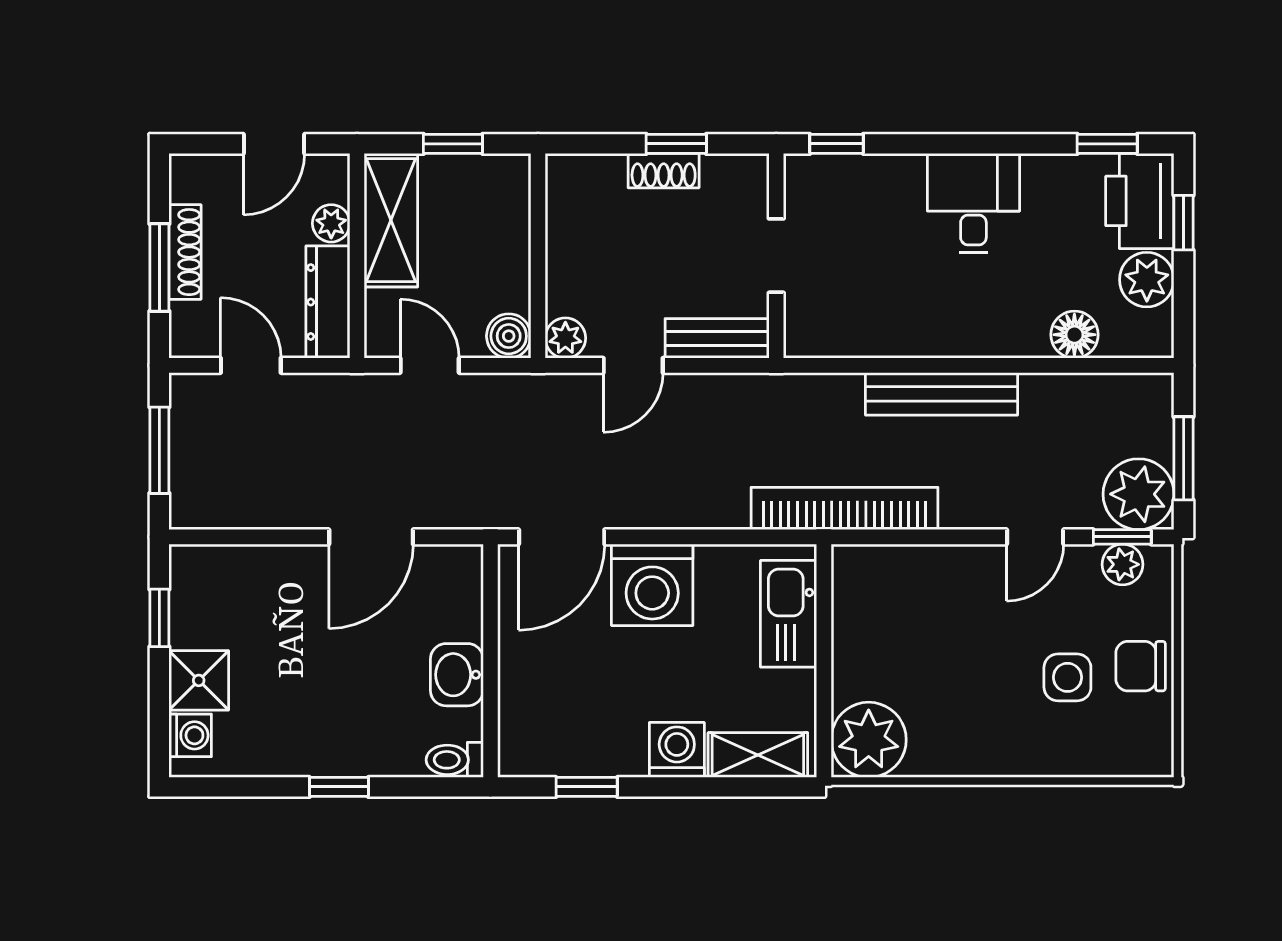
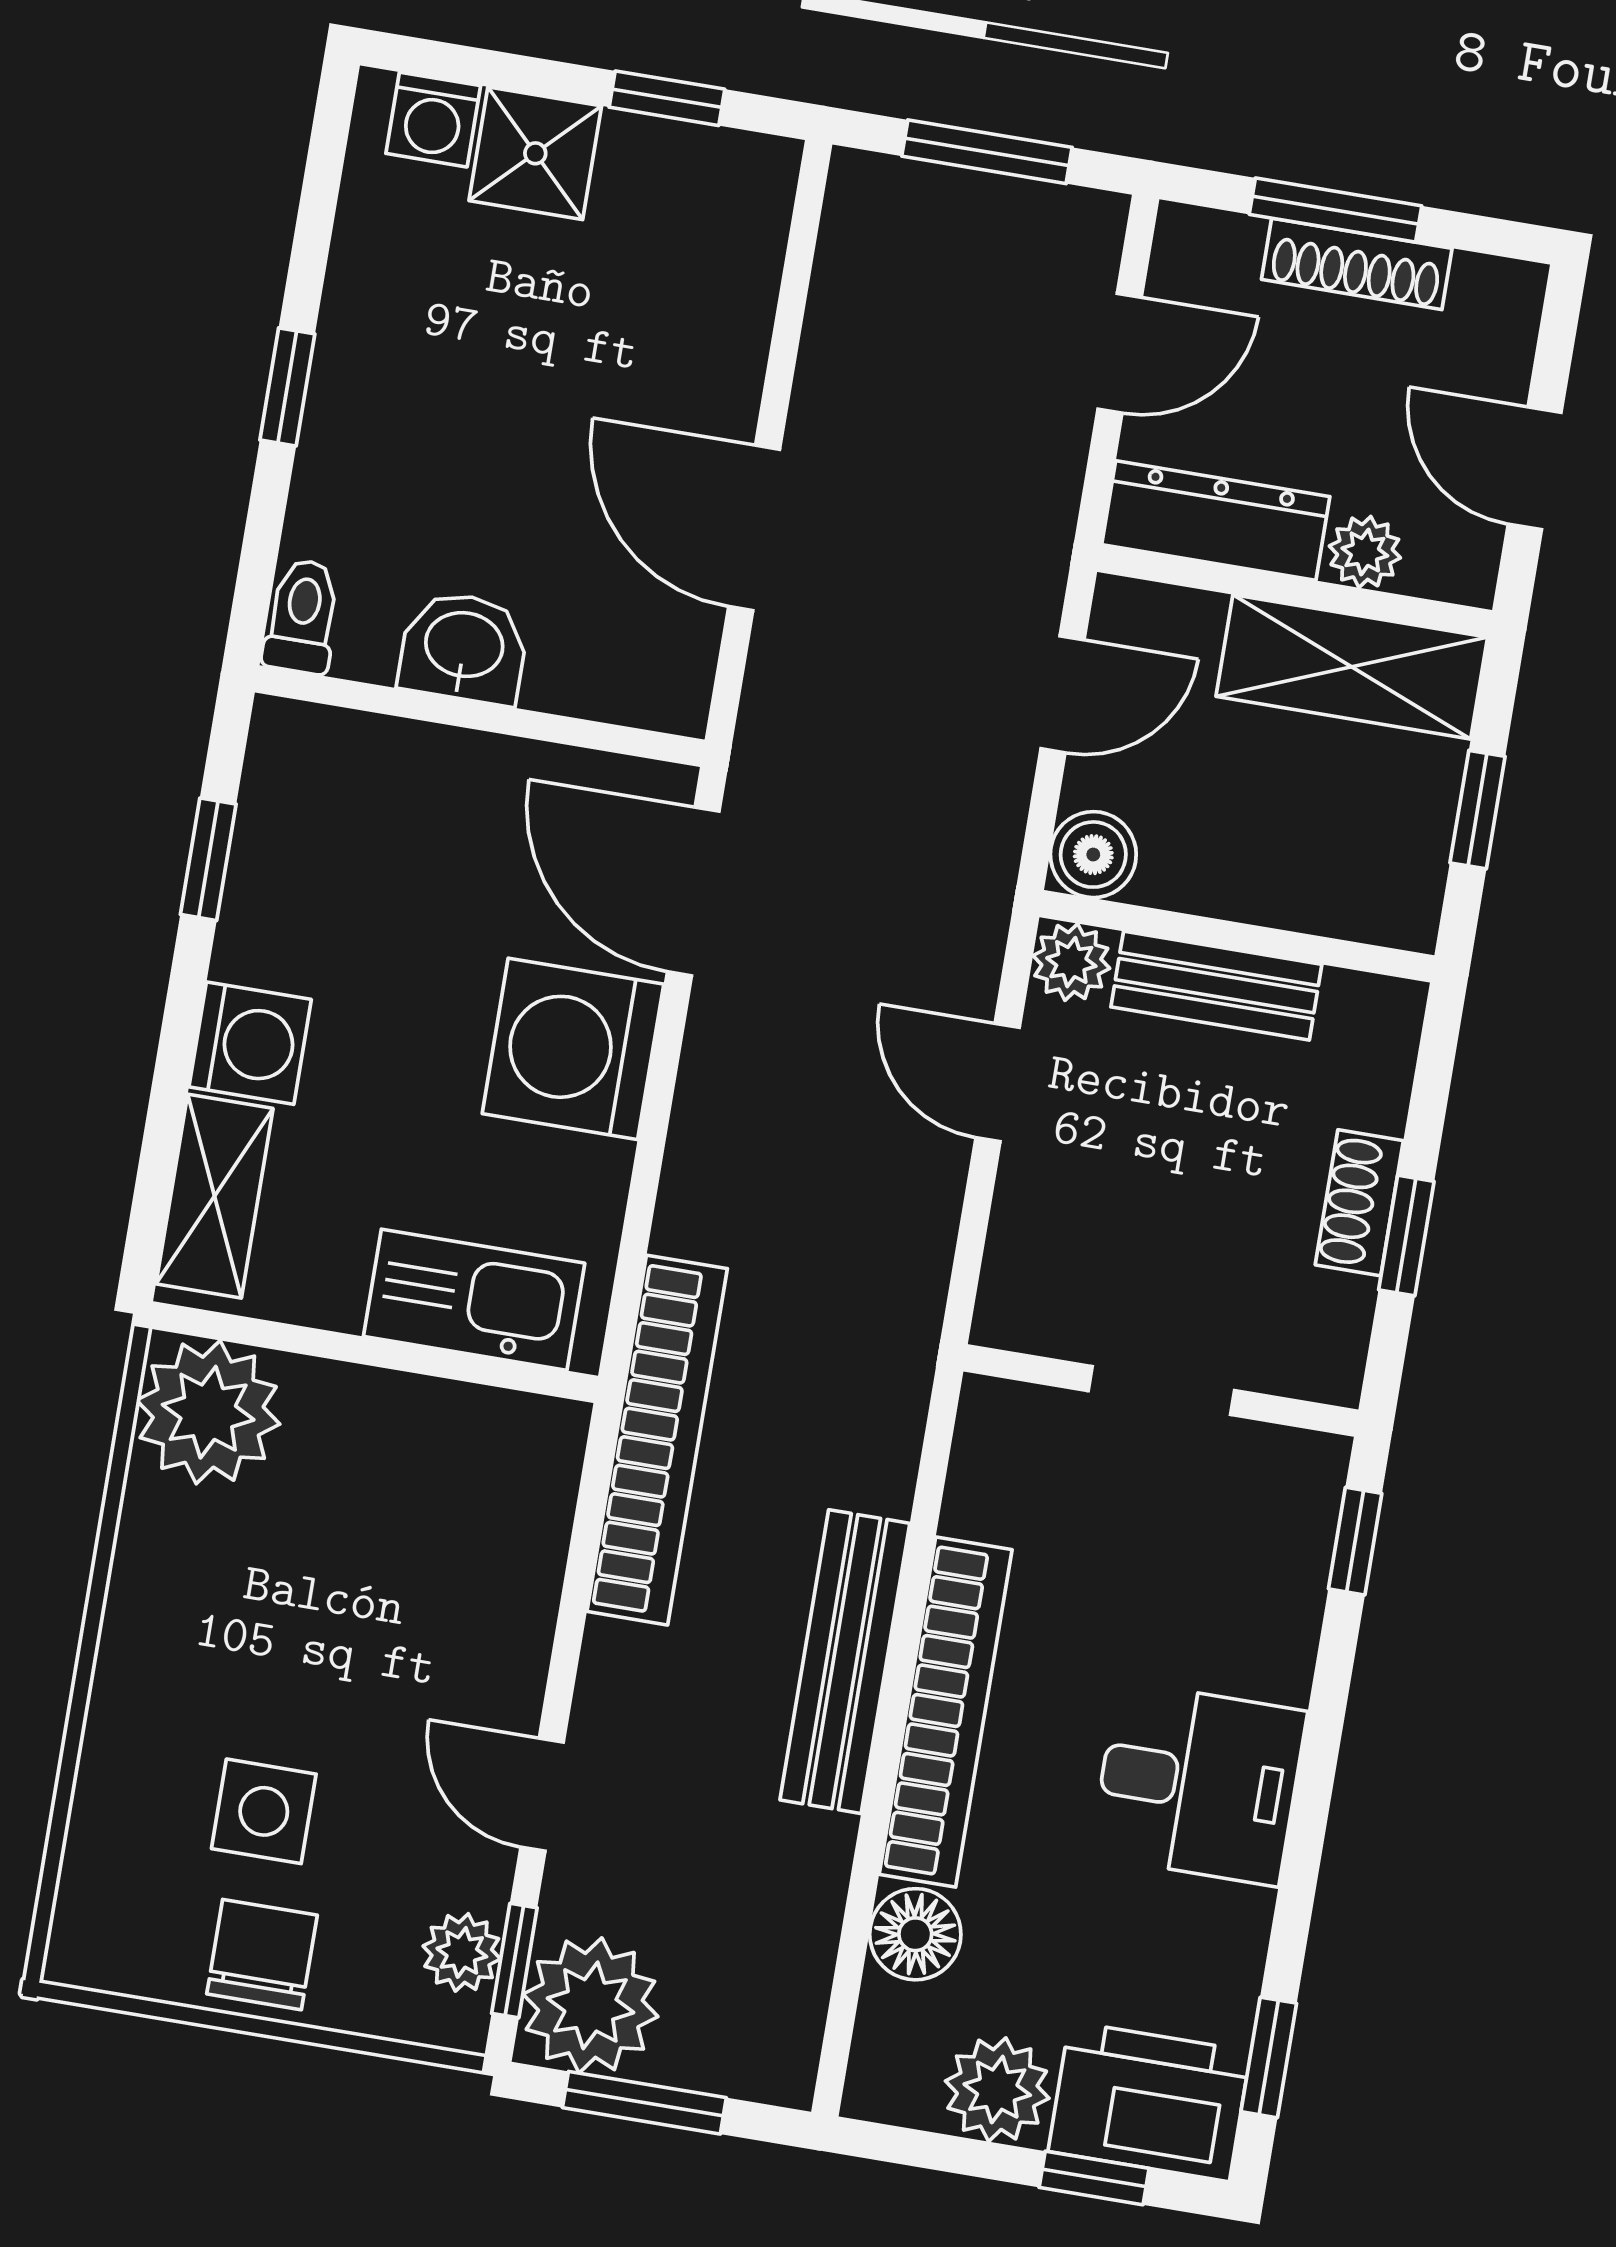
bench: (717, 338) -> (1216, 986), moved, turned 90
bookcase: (959, 338) -> (946, 1712), added

